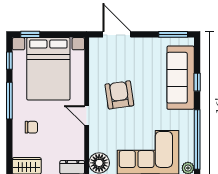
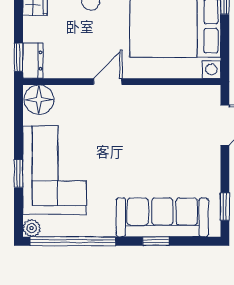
window: (173, 34) -> (225, 207), width x0.67
armchair: (119, 95) -> (137, 129), removed

